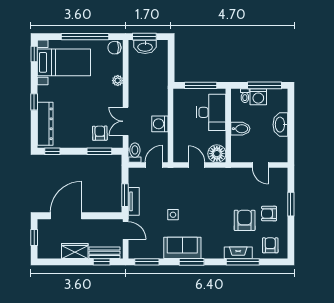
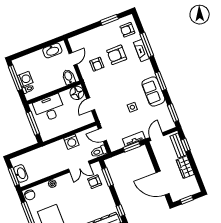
washbasin: (280, 125) -> (52, 51), moved
bidet: (240, 129) -> (69, 77), moved
window: (291, 204) -> (109, 20), moved
armchair: (269, 214) -> (97, 64), moved

